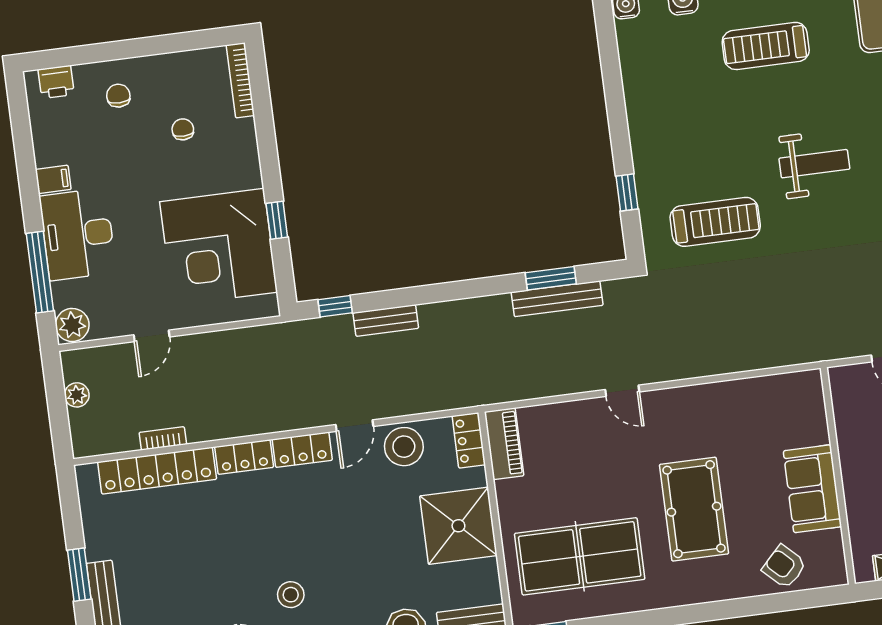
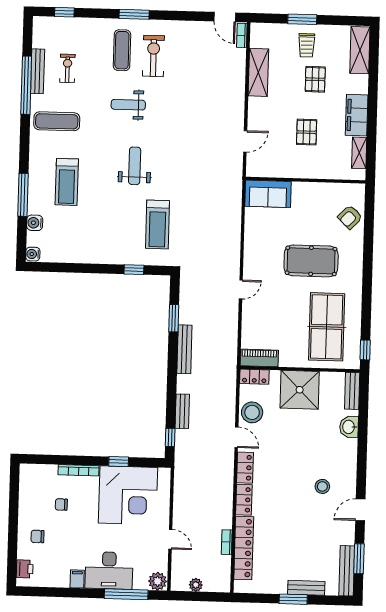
bookcase: (240, 80) -> (78, 470), moved
treadmill: (715, 222) -> (157, 225), turned 180
bench: (557, 299) -> (184, 349), moved
sofa: (812, 489) -> (268, 194), moved

